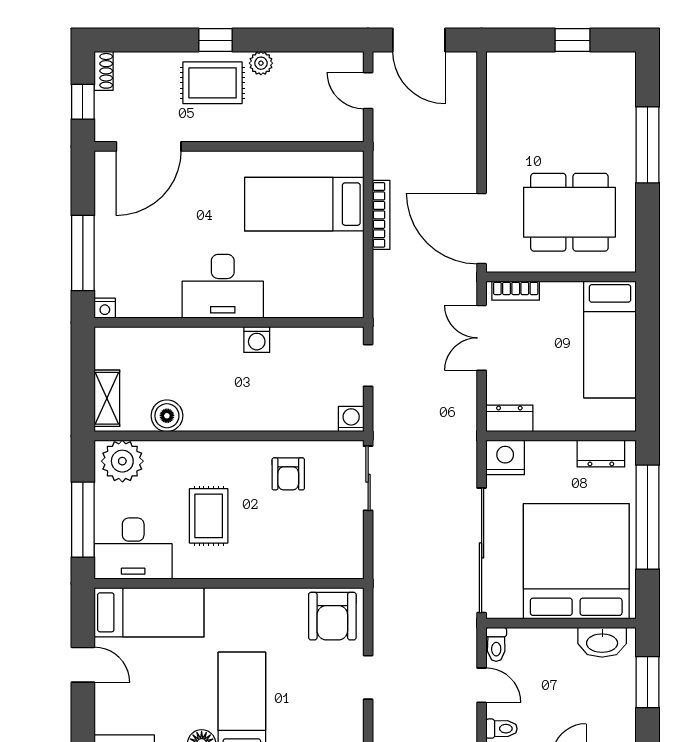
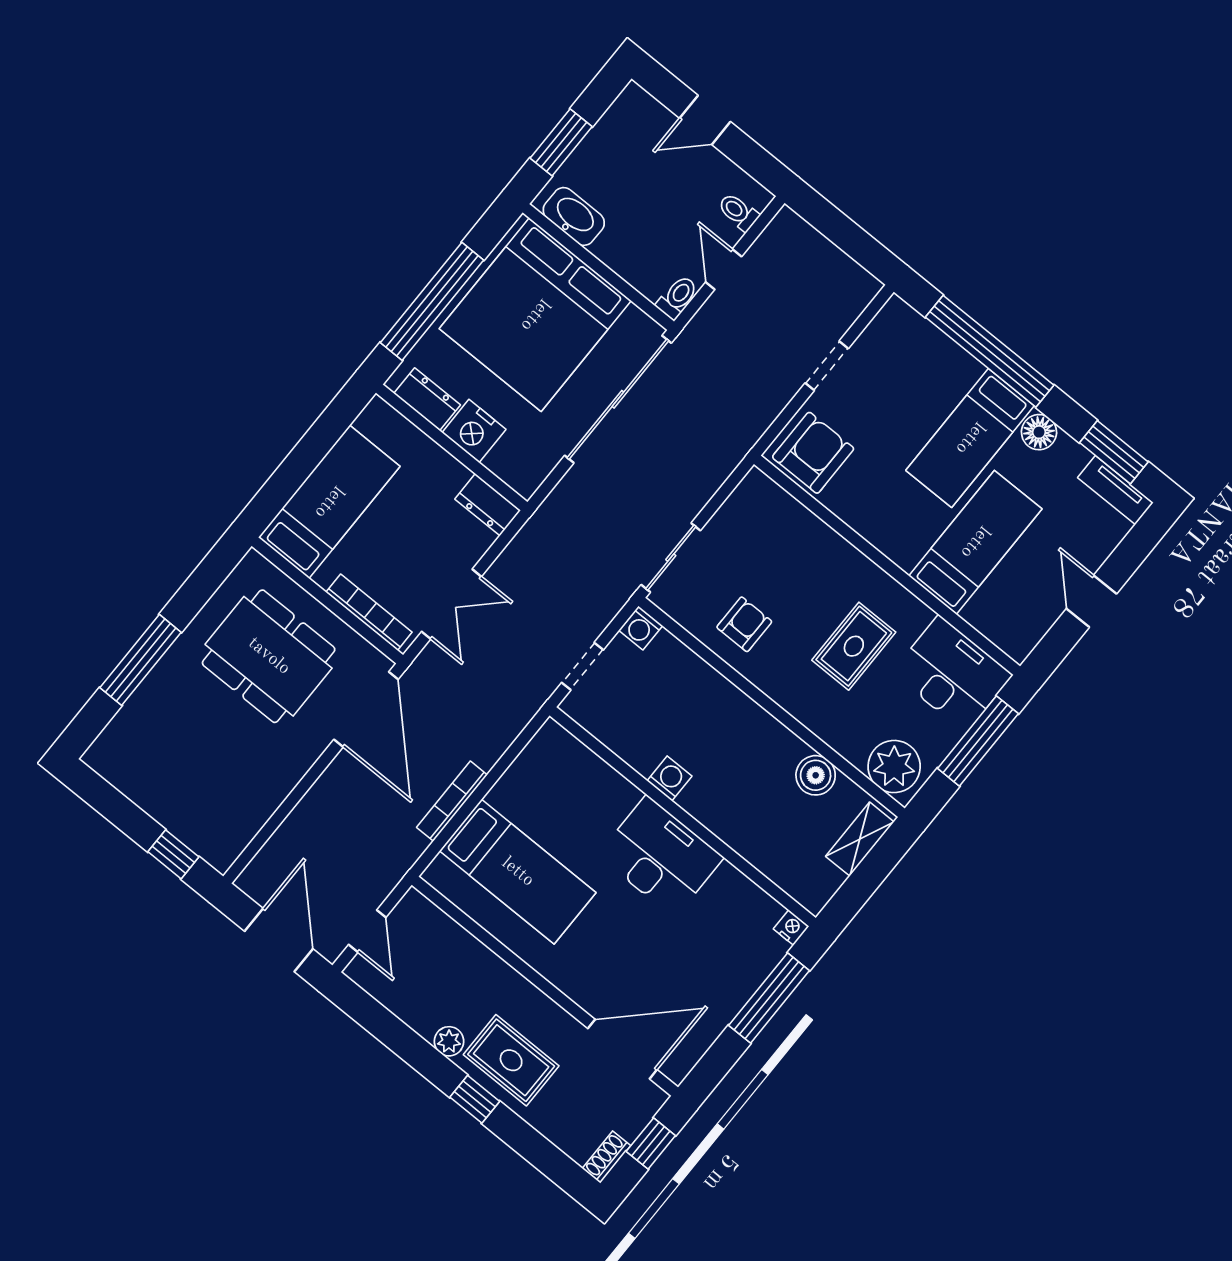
window: (573, 40) -> (173, 854), moved
bookcase: (516, 291) -> (369, 612), width x1.56
nightstand: (505, 457) -> (474, 431), moved
bed: (149, 612) -> (975, 542), moved, turned 90

